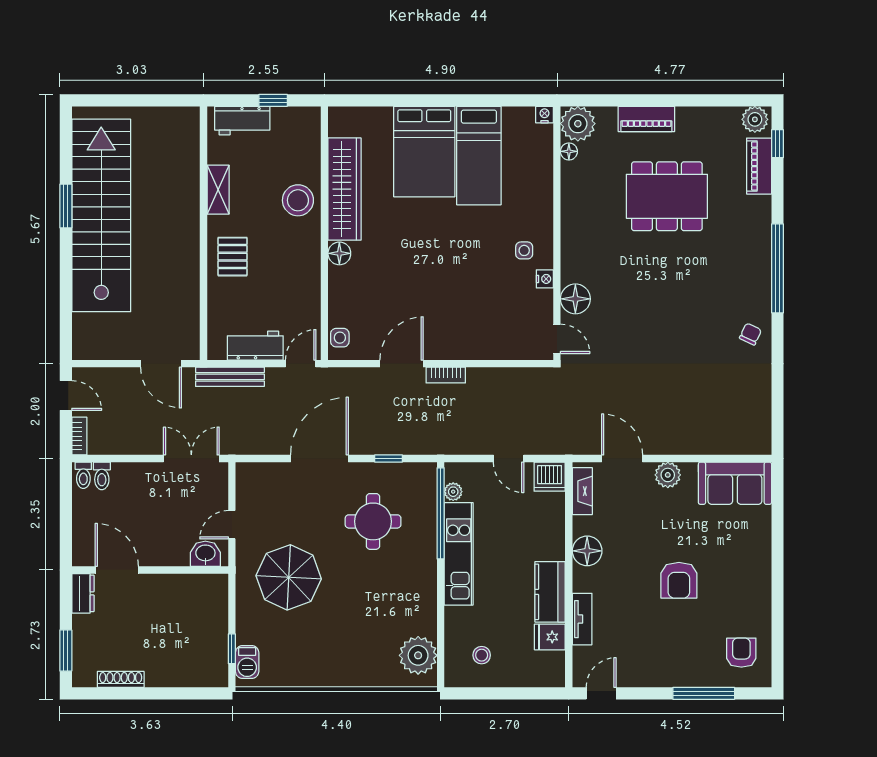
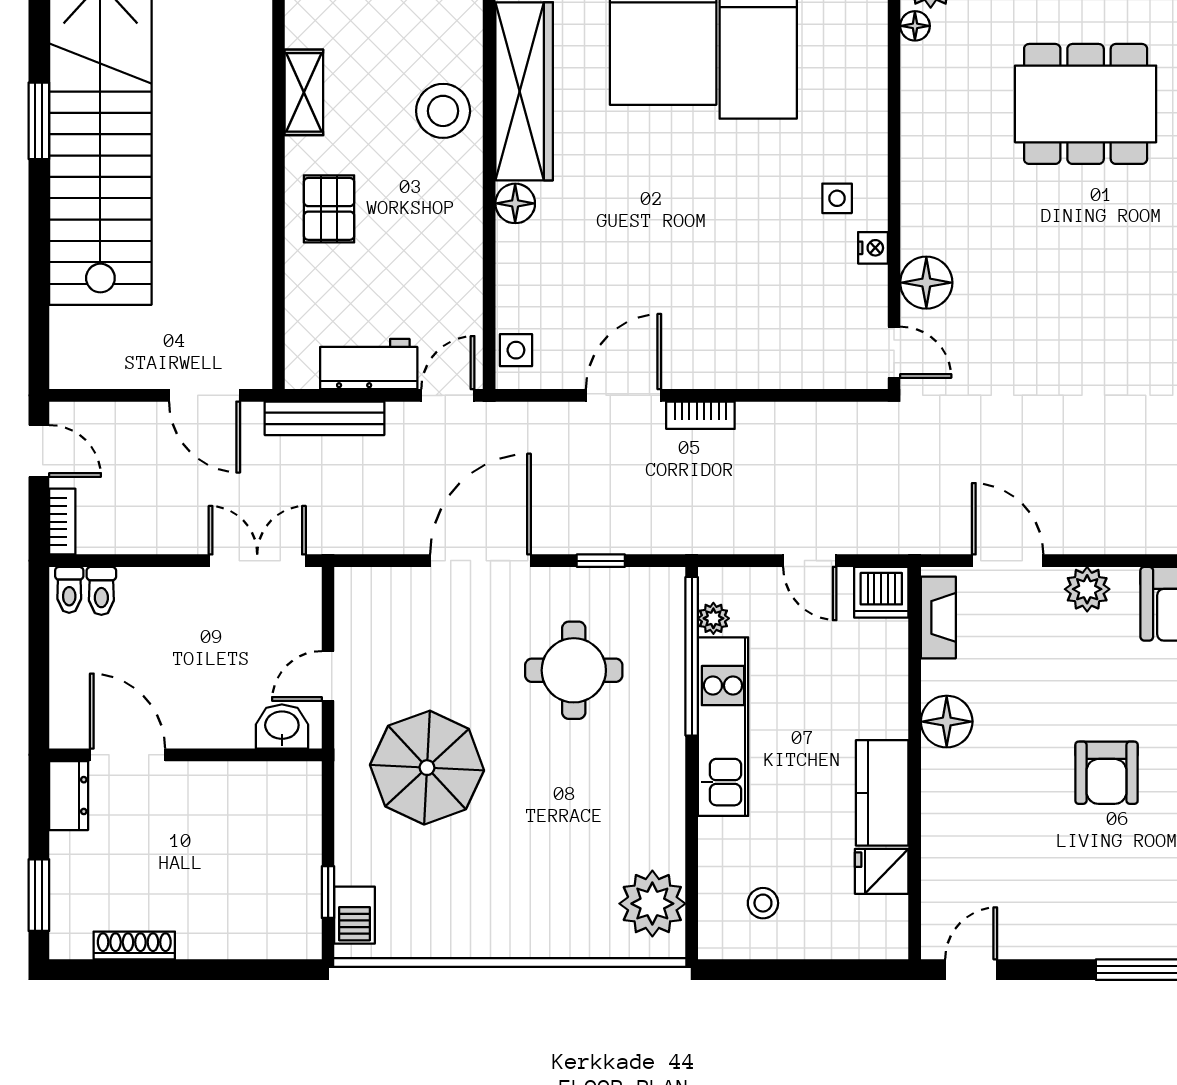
tv unit: (582, 619) -> (938, 840), removed

